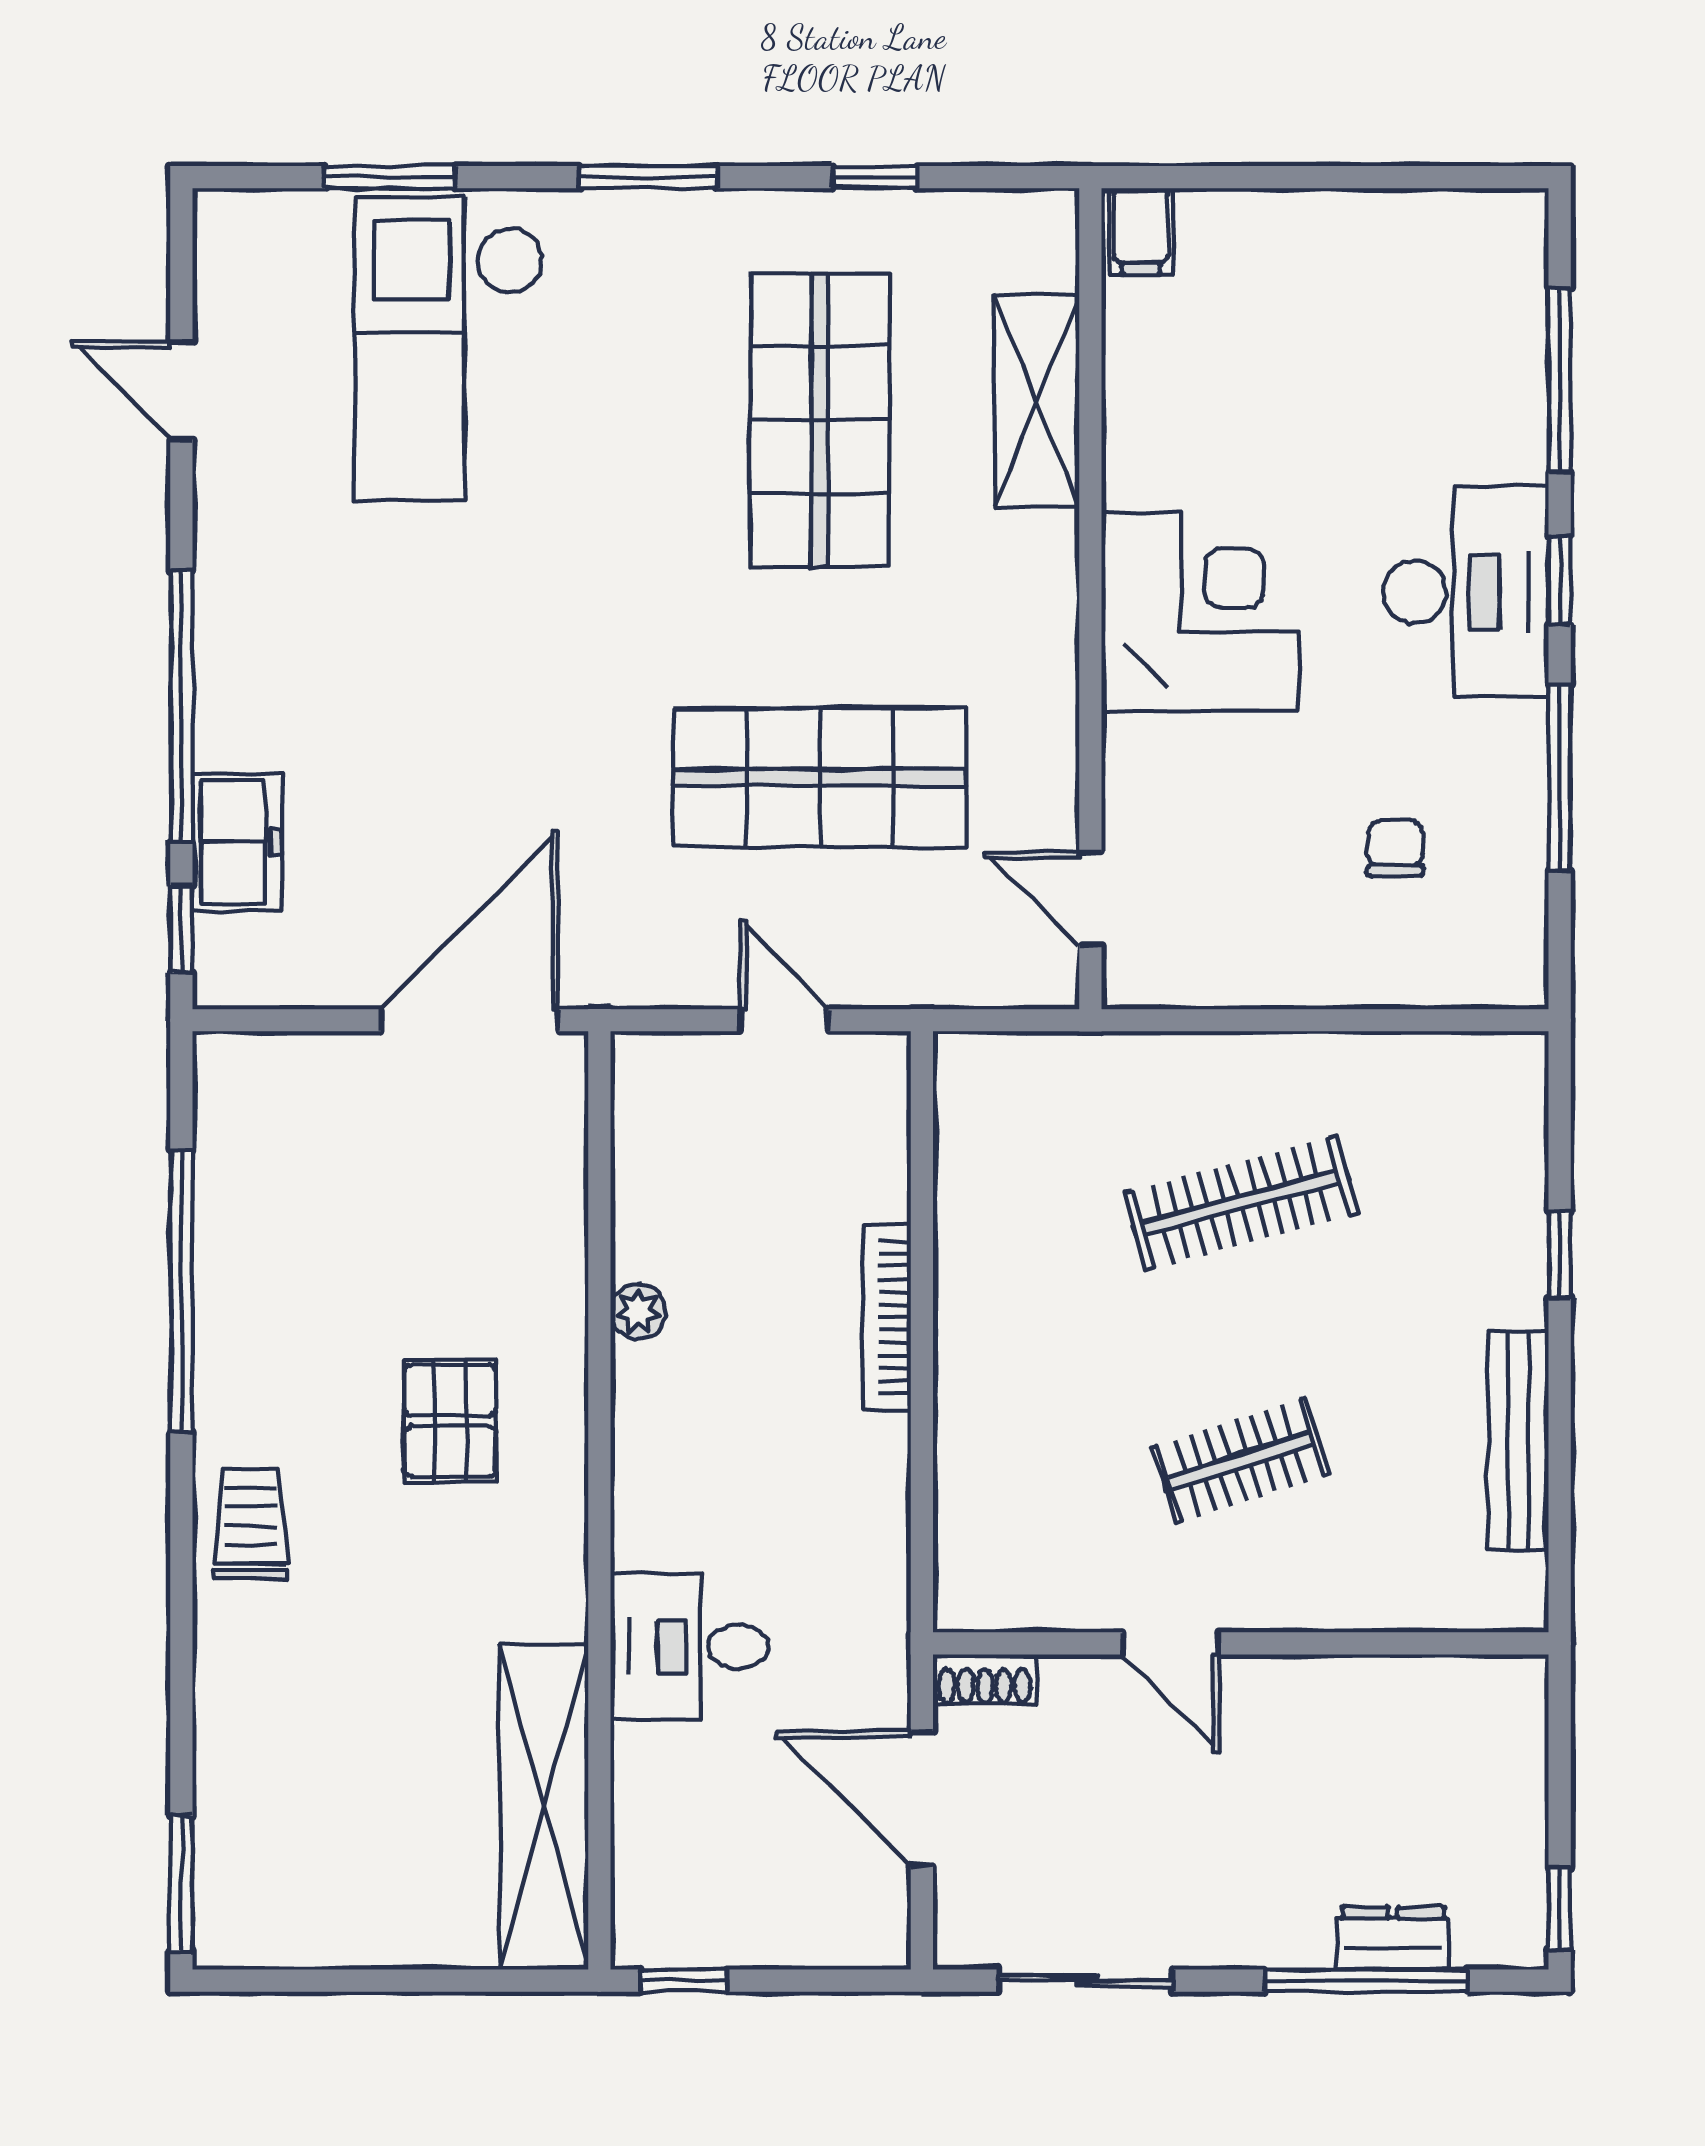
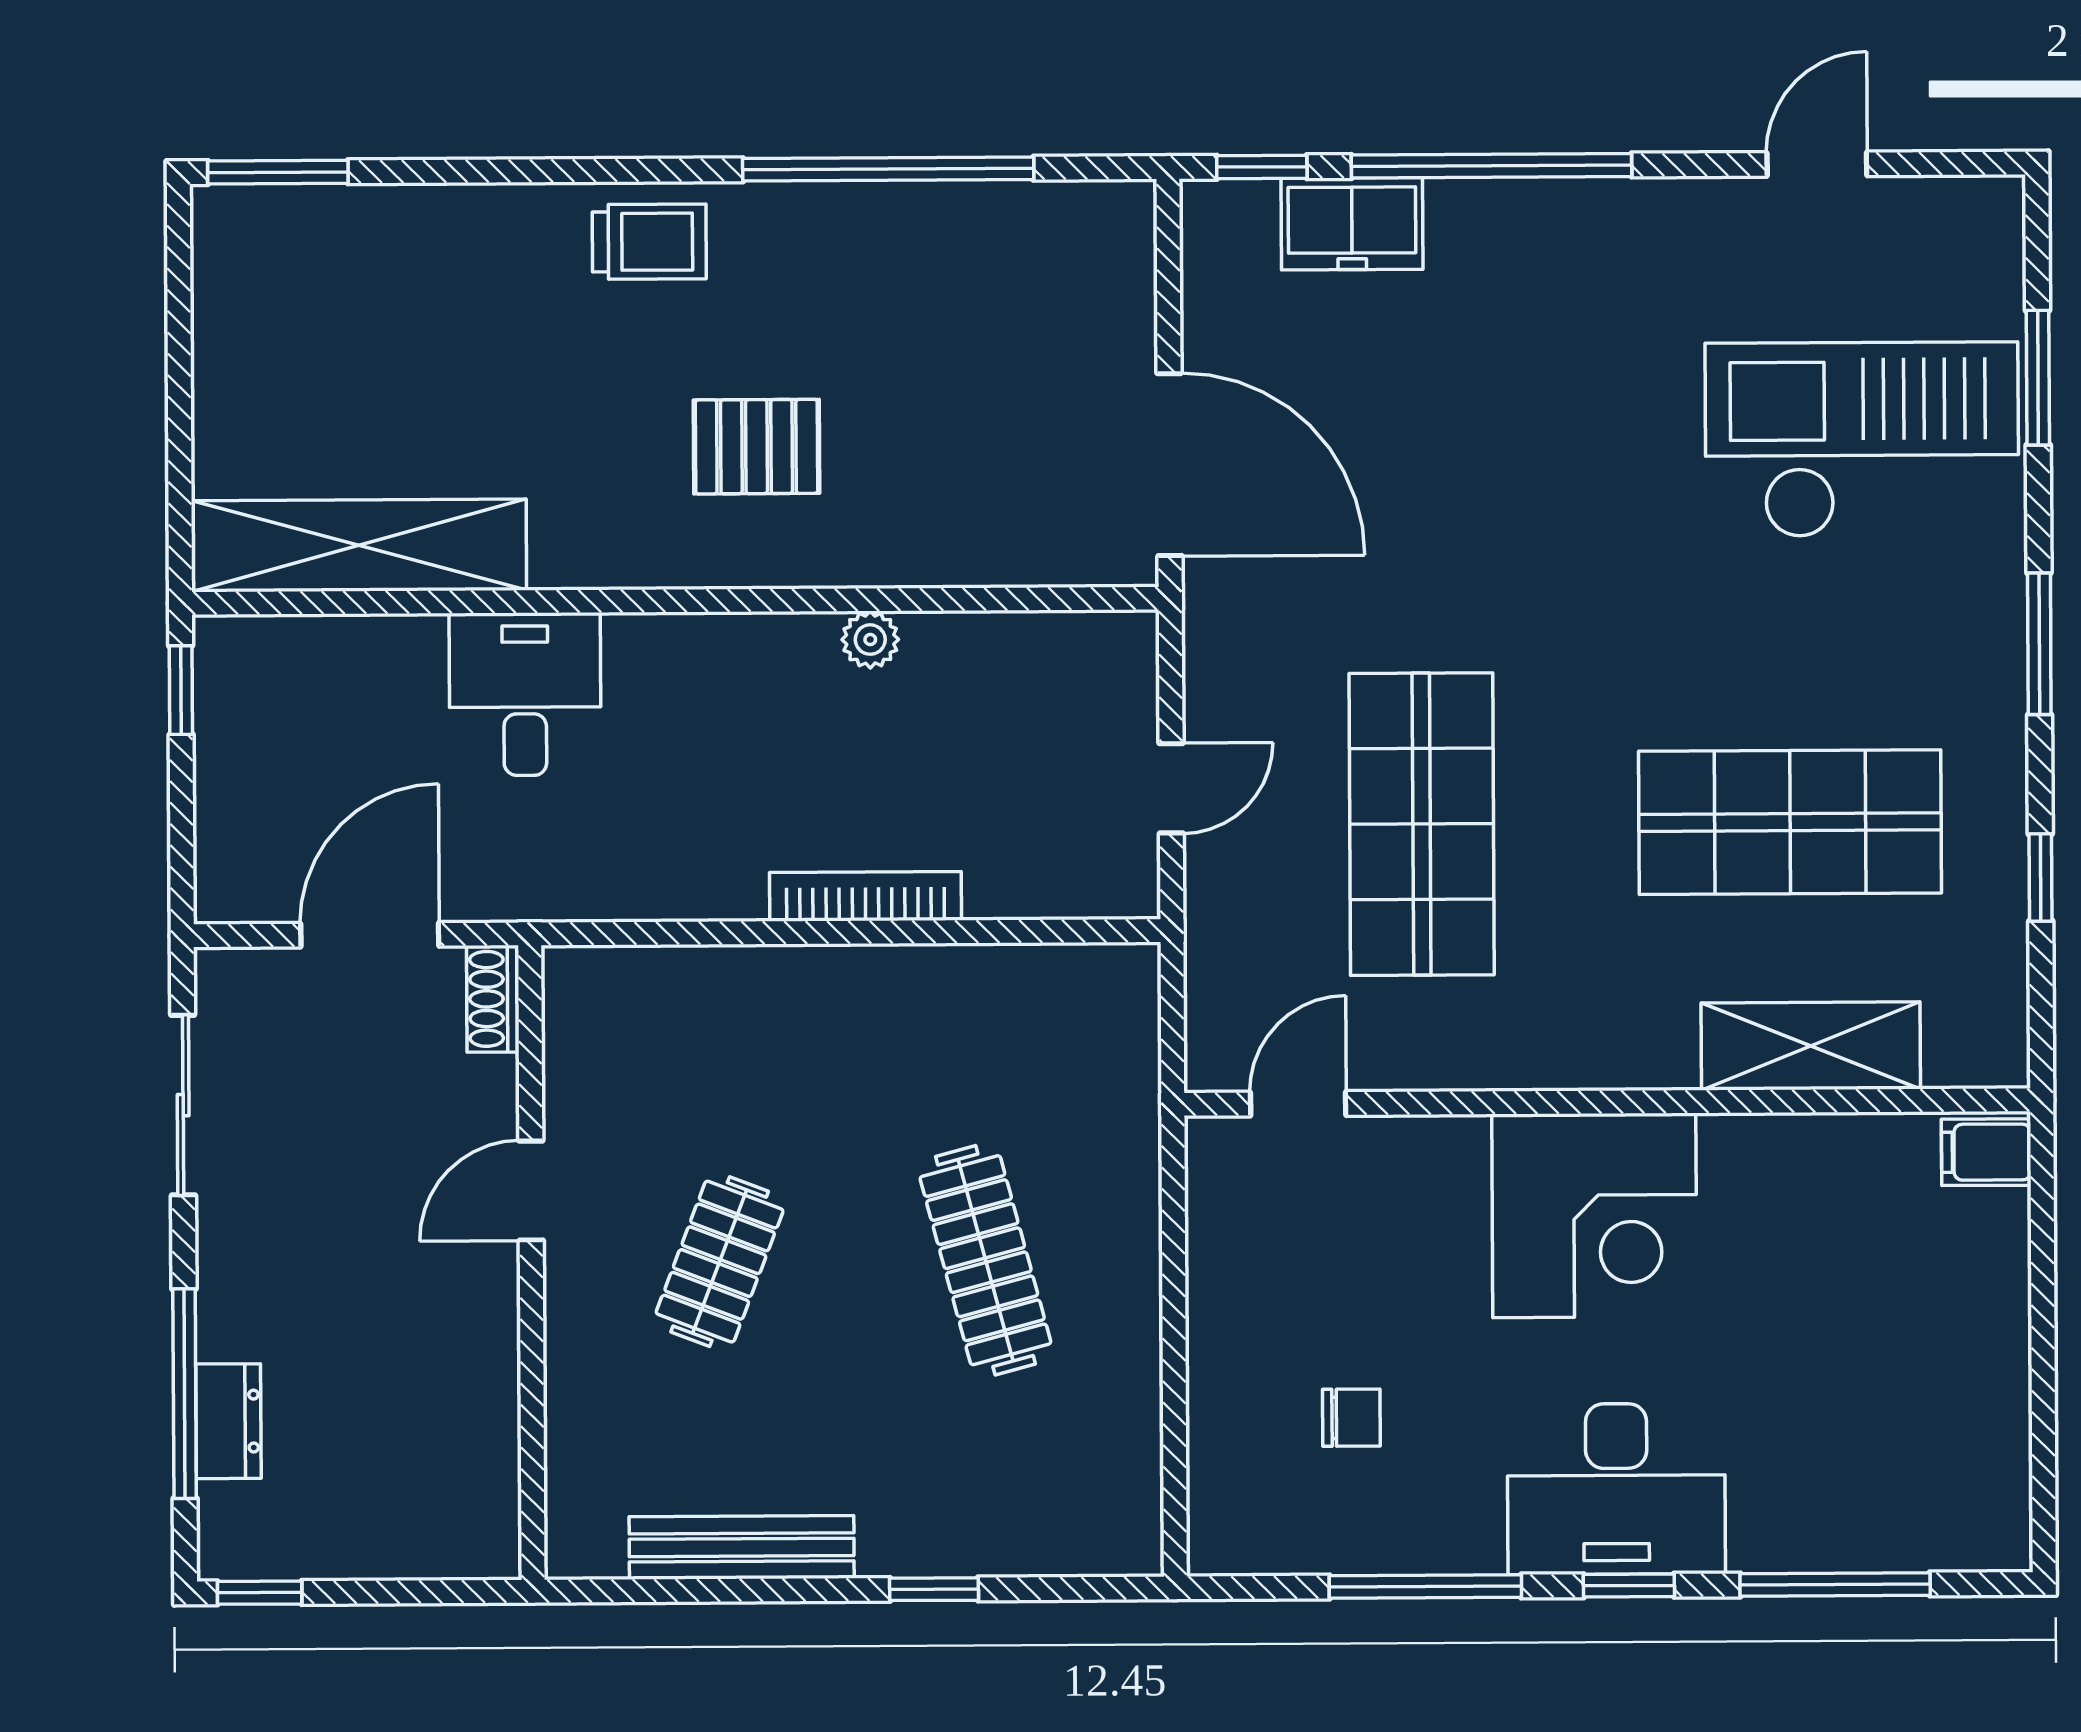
clothes rail: (1241, 1461) -> (720, 1262), turned 39

